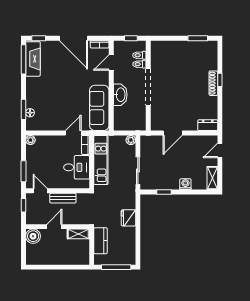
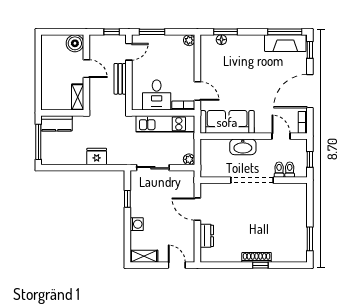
dresser: (208, 125) -> (207, 236), moved
kitchen counter: (100, 241) -> (57, 123), moved

